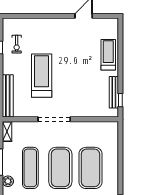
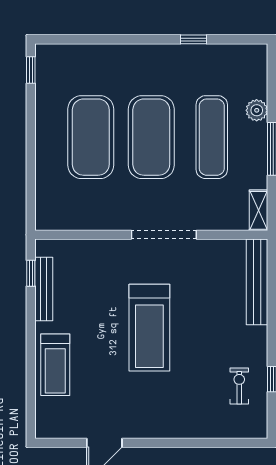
treadmill: (42, 76) -> (149, 328), moved

